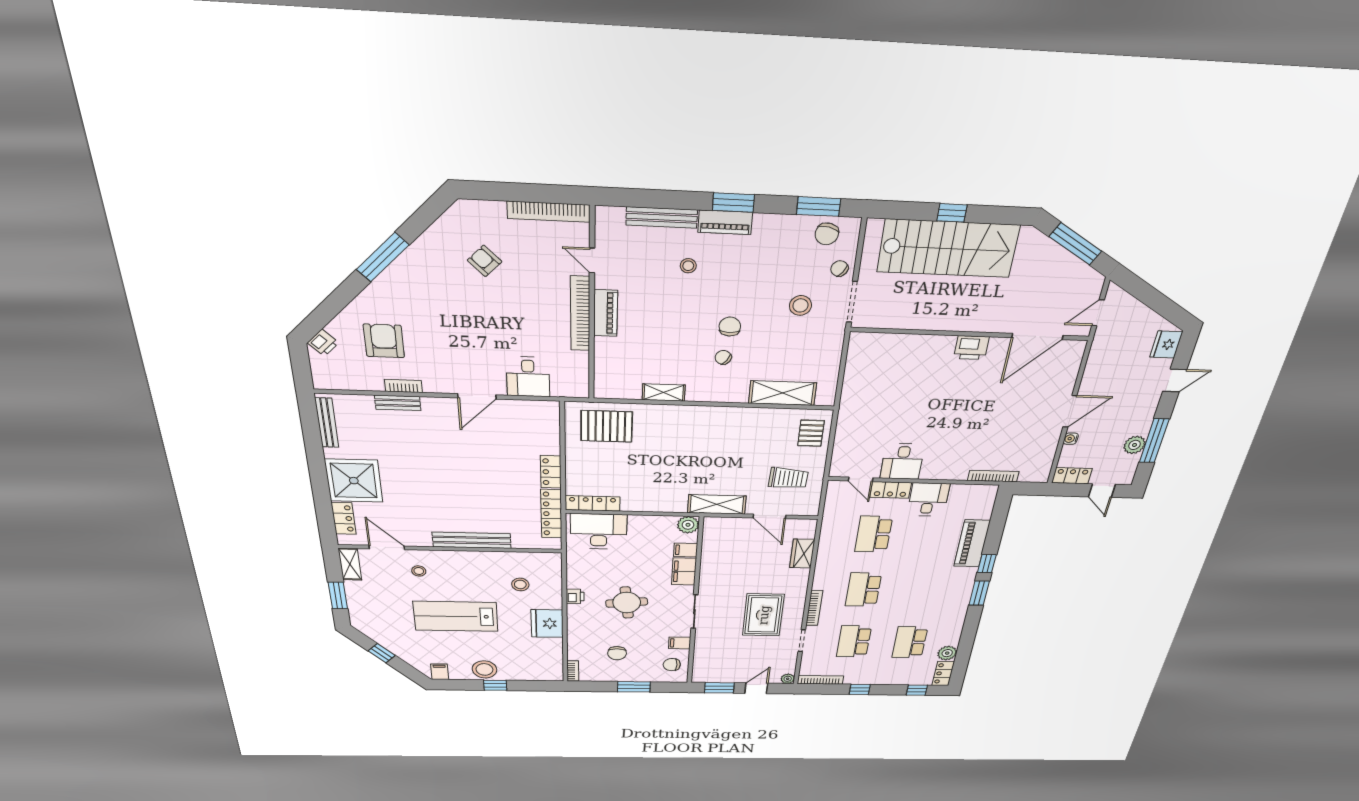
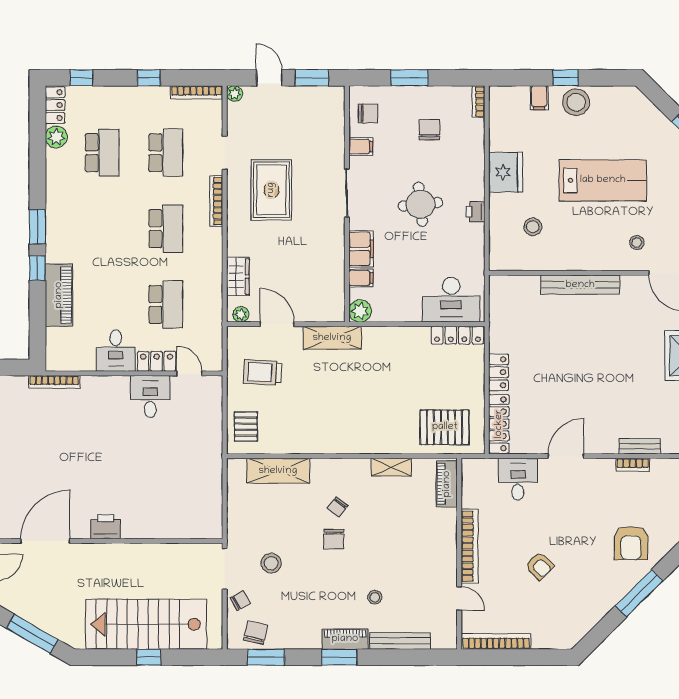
armchair: (485, 261) -> (540, 566), moved
chair: (839, 269) -> (240, 601), turned -65
piano: (606, 313) -> (447, 484), moved
armchair: (384, 341) -> (631, 543), moved
chair: (723, 357) -> (338, 507), turned 93
locker: (551, 514) -> (499, 424), moved
plant: (803, 525) -> (241, 314), added
filing cabinet: (440, 672) -> (539, 98), moved
door: (756, 688) -> (269, 78), swing flipped

